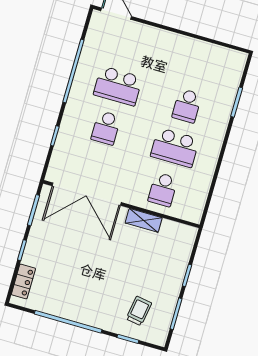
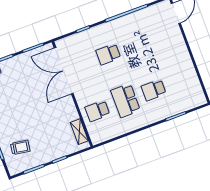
school desk: (118, 86) -> (136, 44), removed
shelving: (144, 220) -> (79, 132), moved

